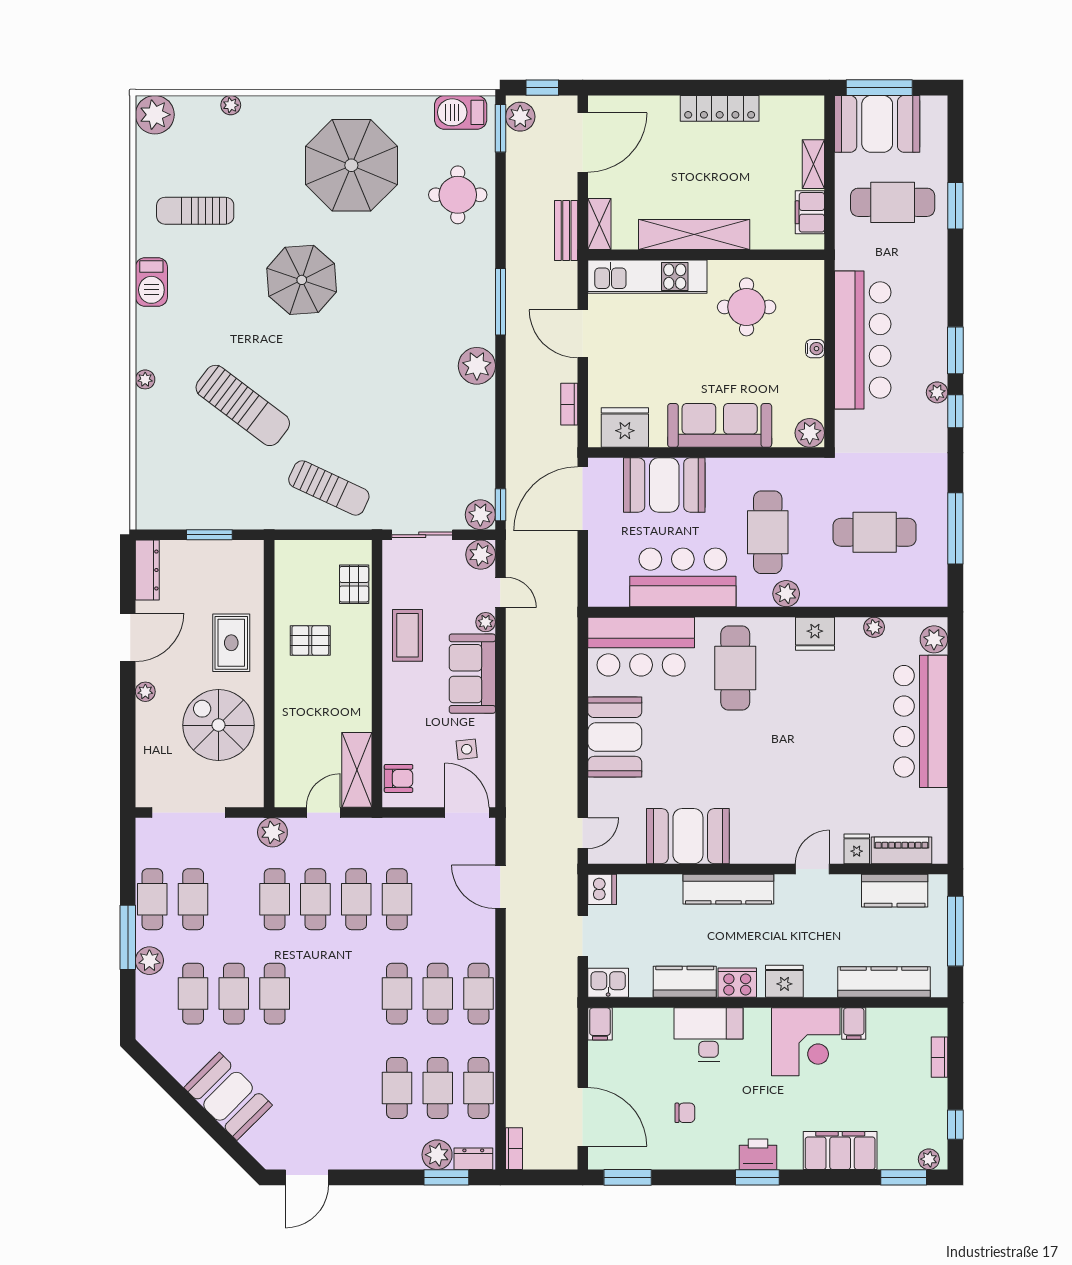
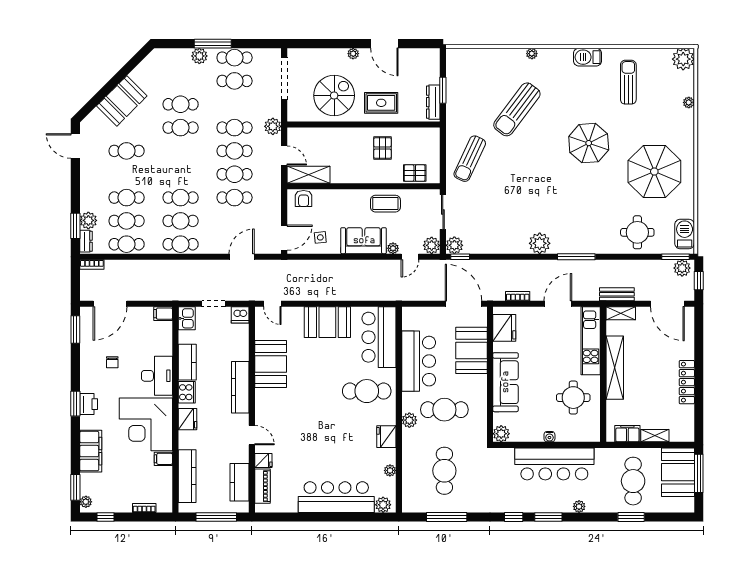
plant: (937, 392) -> (579, 506), moved
dresser: (147, 570) -> (433, 102), moved, turned 90
cafe table: (193, 994) -> (127, 151), moved
corner desk: (806, 1042) -> (146, 424), width x1.36, depth x1.36

